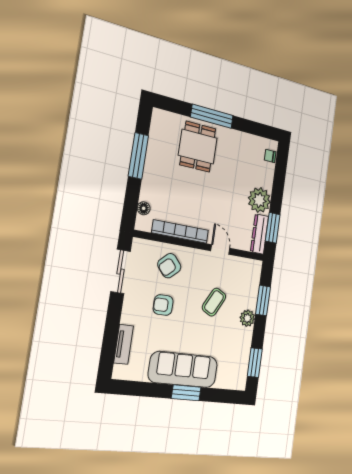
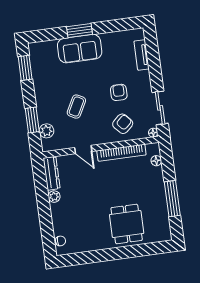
window: (212, 116) -> (122, 253), removed
plant: (259, 200) -> (54, 197), width x0.53, depth x0.53
window: (273, 228) -> (41, 182), removed
floor lamp: (138, 243) -> (153, 133), added
armchair: (163, 305) -> (119, 92), turned -90
plant: (247, 318) -> (47, 131), moved
sofa: (183, 370) -> (80, 49), width x0.73

